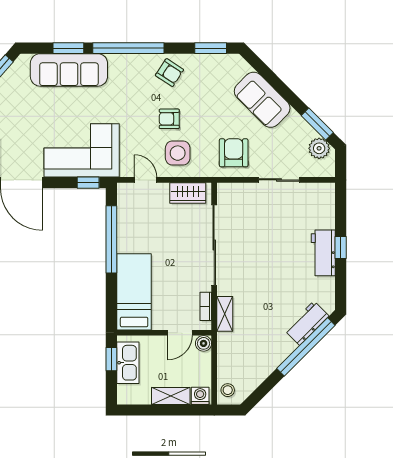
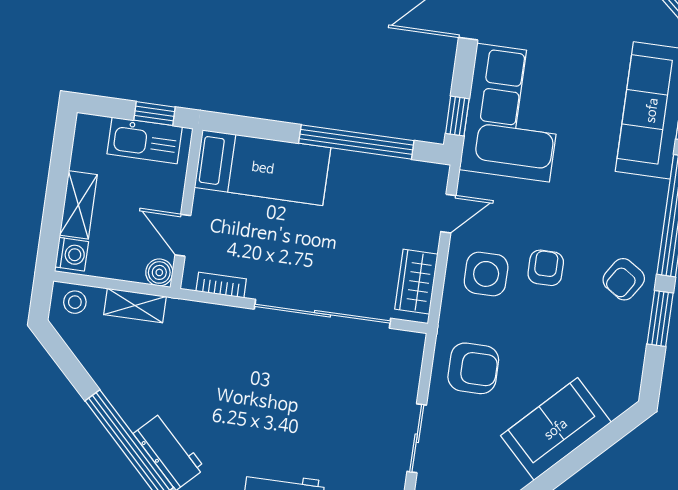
window: (211, 48) -> (660, 318), moved
shelving: (225, 314) -> (135, 306), moved

